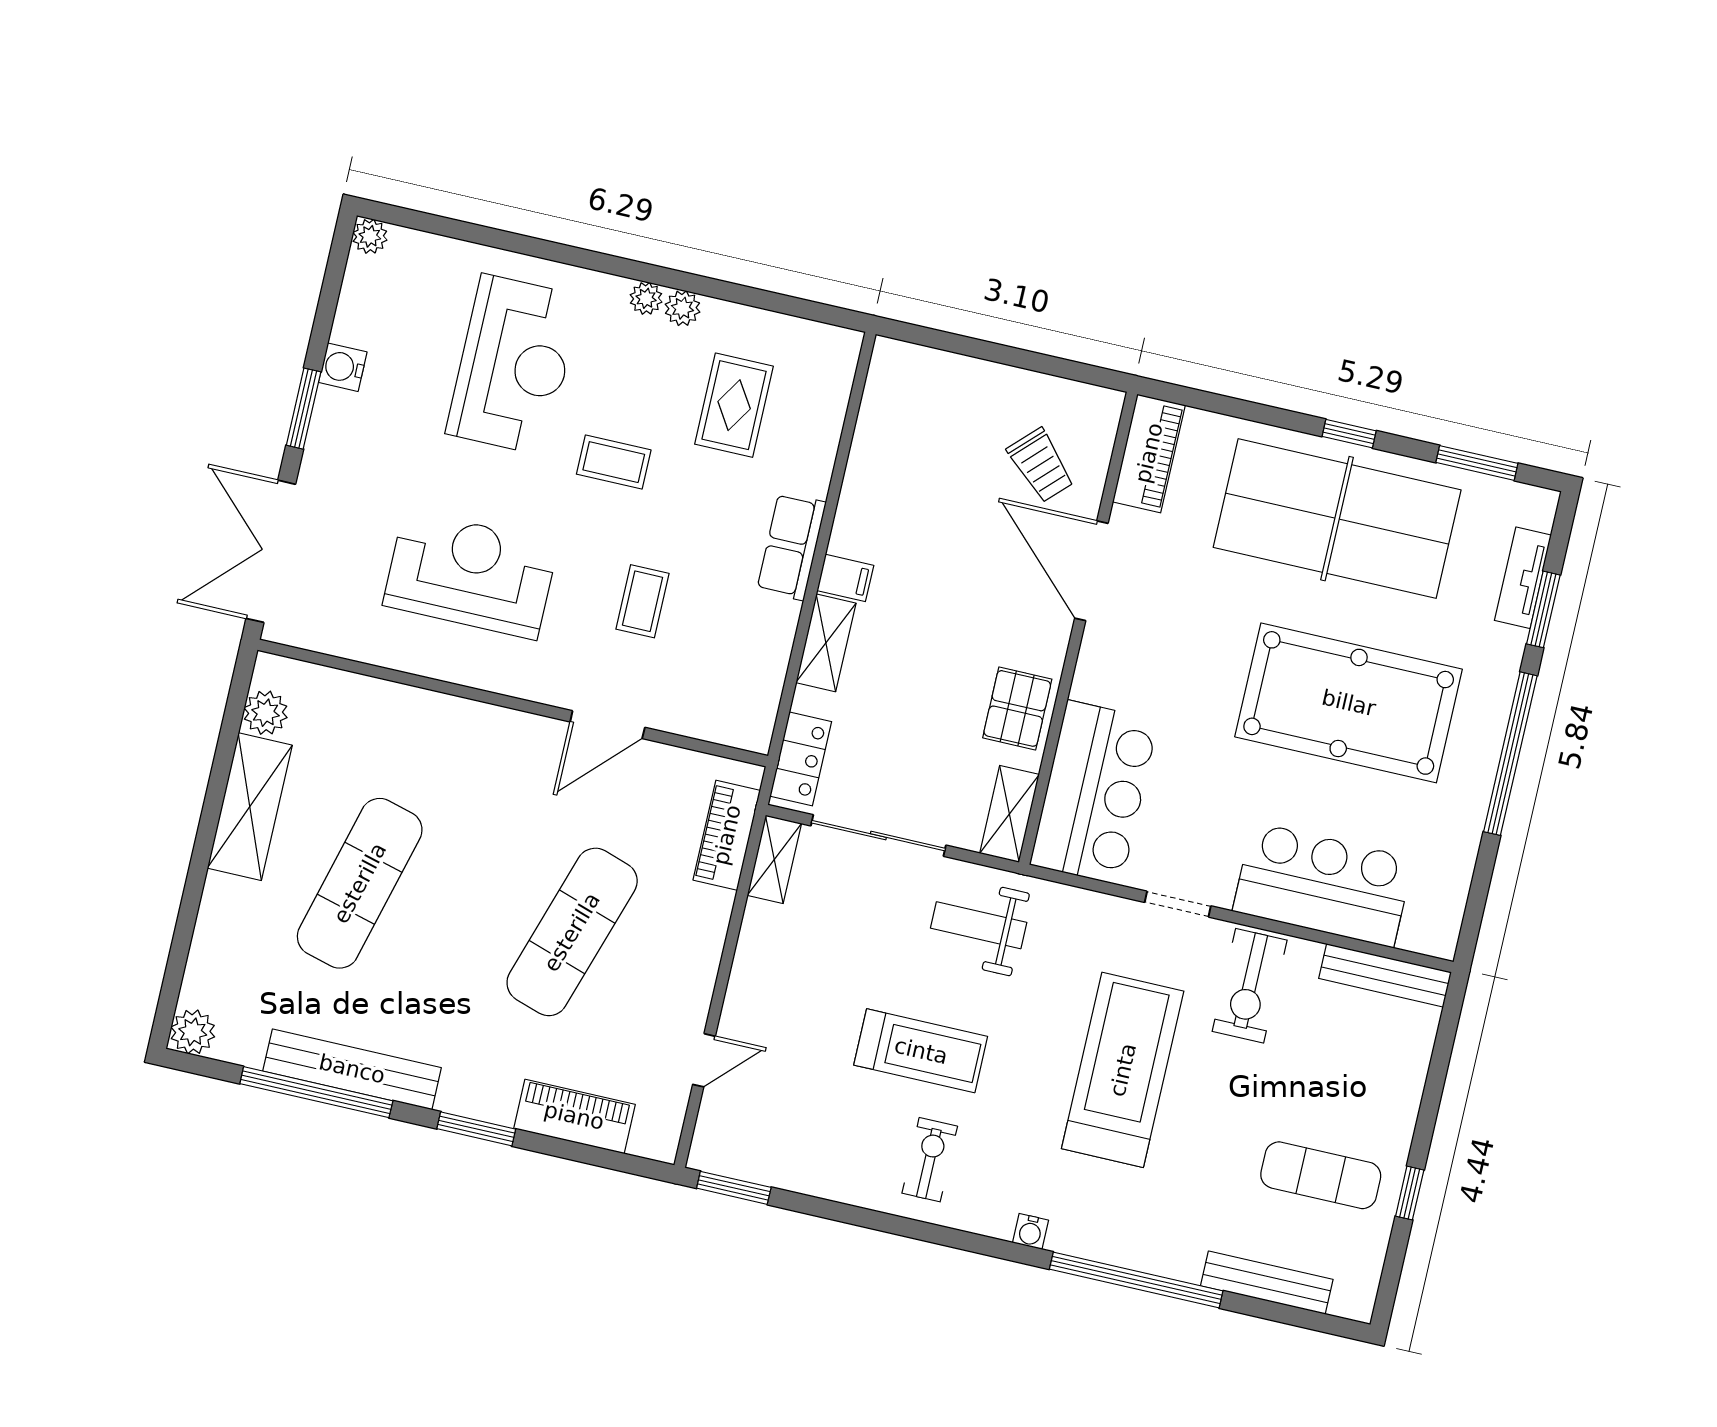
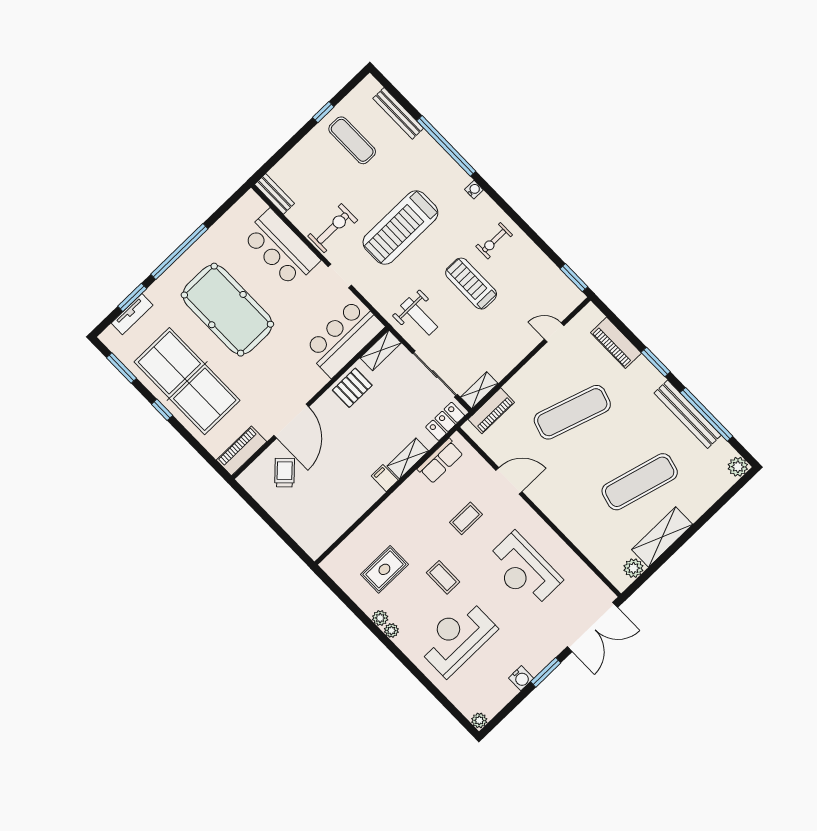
row of seats: (791, 546) -> (440, 461), moved
bench: (1385, 975) -> (274, 194), width x0.73

